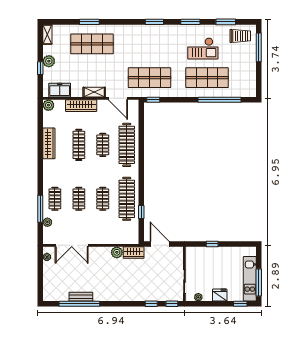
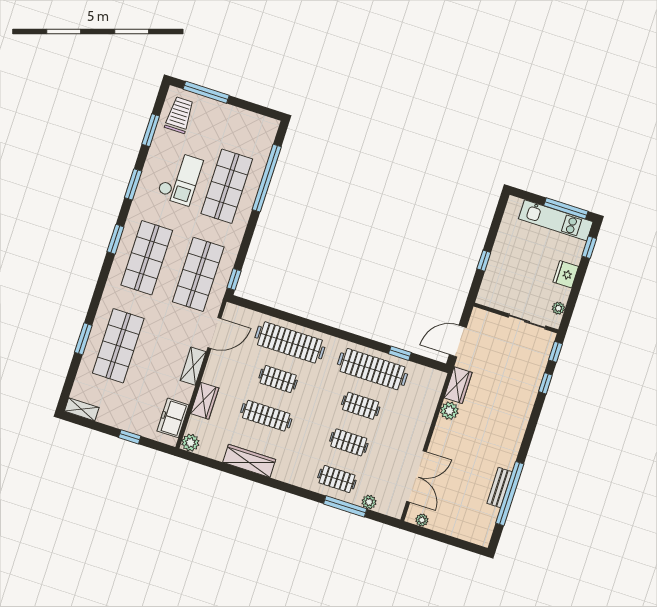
shop shelf: (149, 44) -> (147, 258), added
plant: (49, 61) -> (123, 420), removed
wardrobe: (81, 106) -> (205, 401), width x0.67

